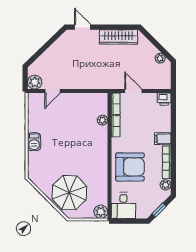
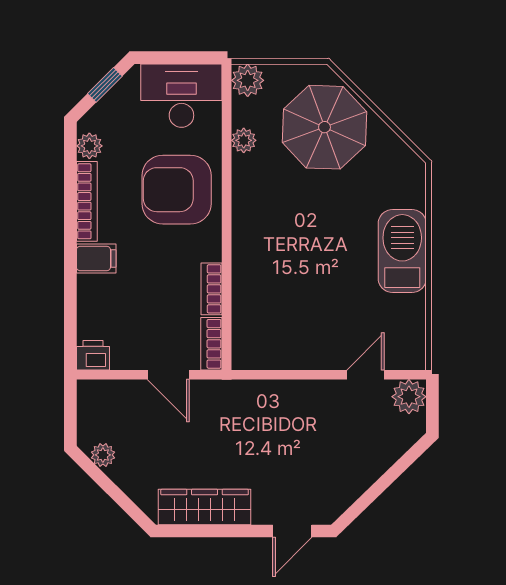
door: (83, 27) -> (292, 531), hinge flipped
plant: (102, 120) -> (244, 140), moved
barbecue: (34, 142) -> (402, 251), width x1.88, depth x1.53
desk: (123, 205) -> (181, 96), width x1.37

